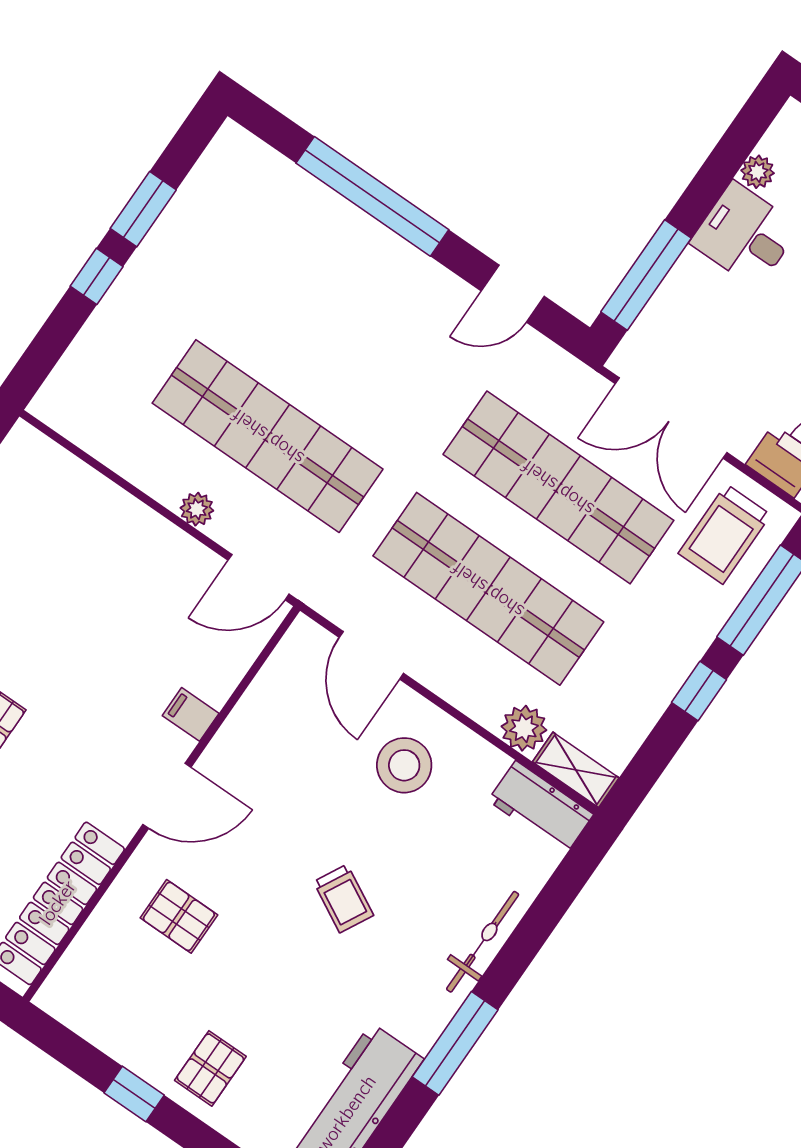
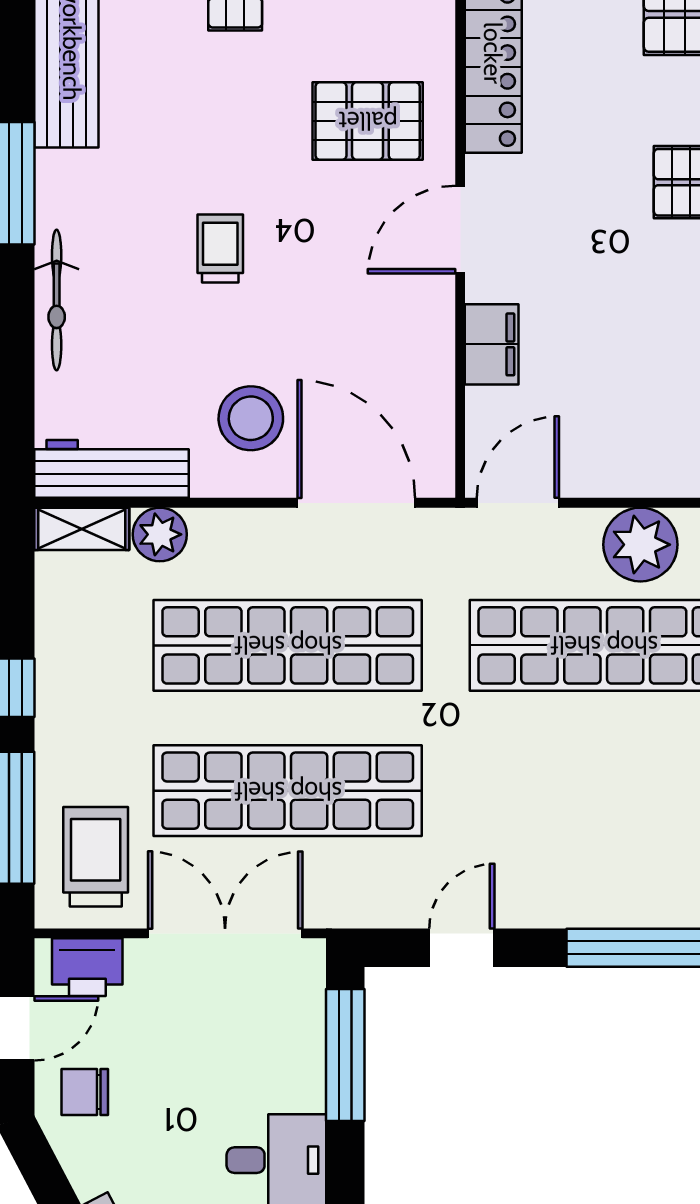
plant: (197, 509) -> (640, 545), width x1.87, depth x1.87
door: (371, 655) -> (356, 503), width x1.36
filing cabinet: (191, 714) -> (492, 344), width x2.00
workbench: (541, 807) -> (111, 469), width x1.38
trolley: (343, 899) -> (220, 249), turned 62
pallet: (179, 916) -> (368, 121), width x1.50, depth x1.42

